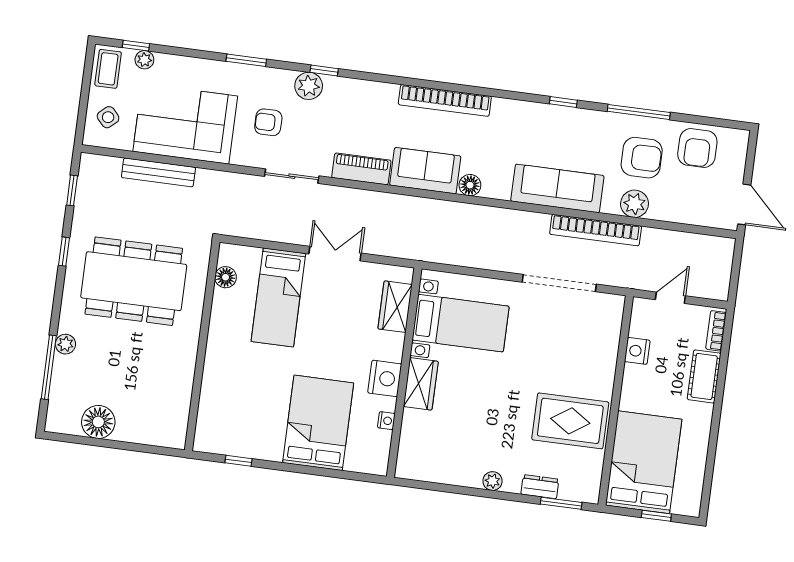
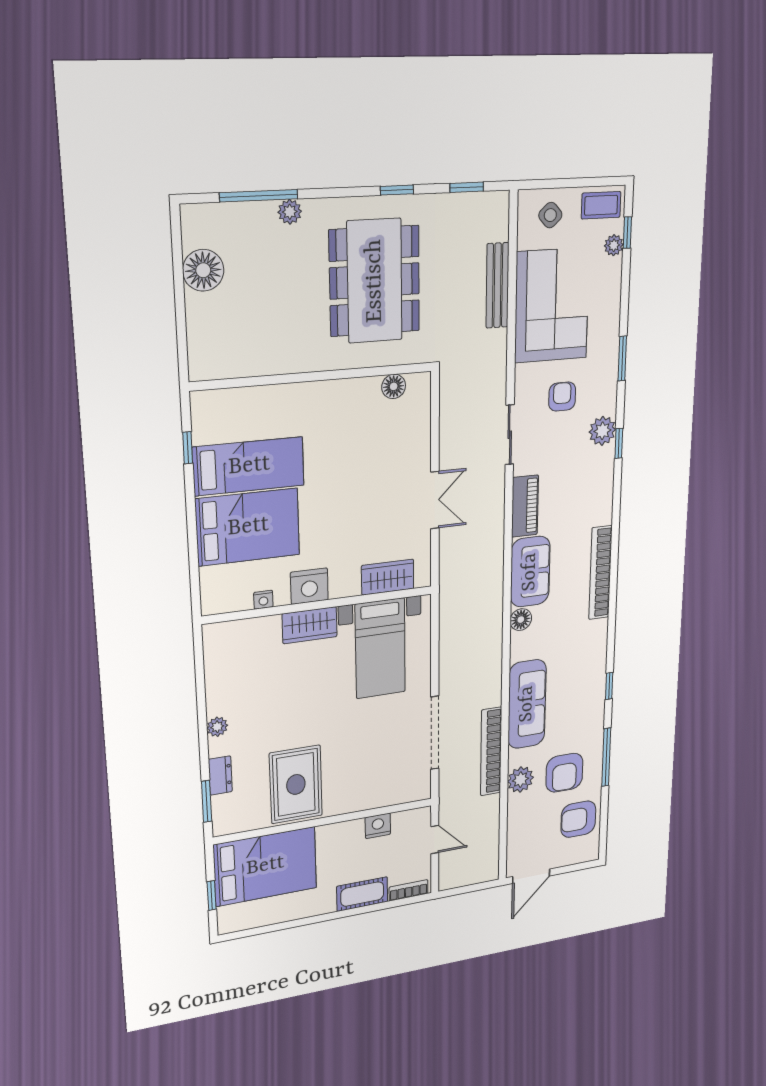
bed: (278, 297) -> (249, 466), moved, turned 180

